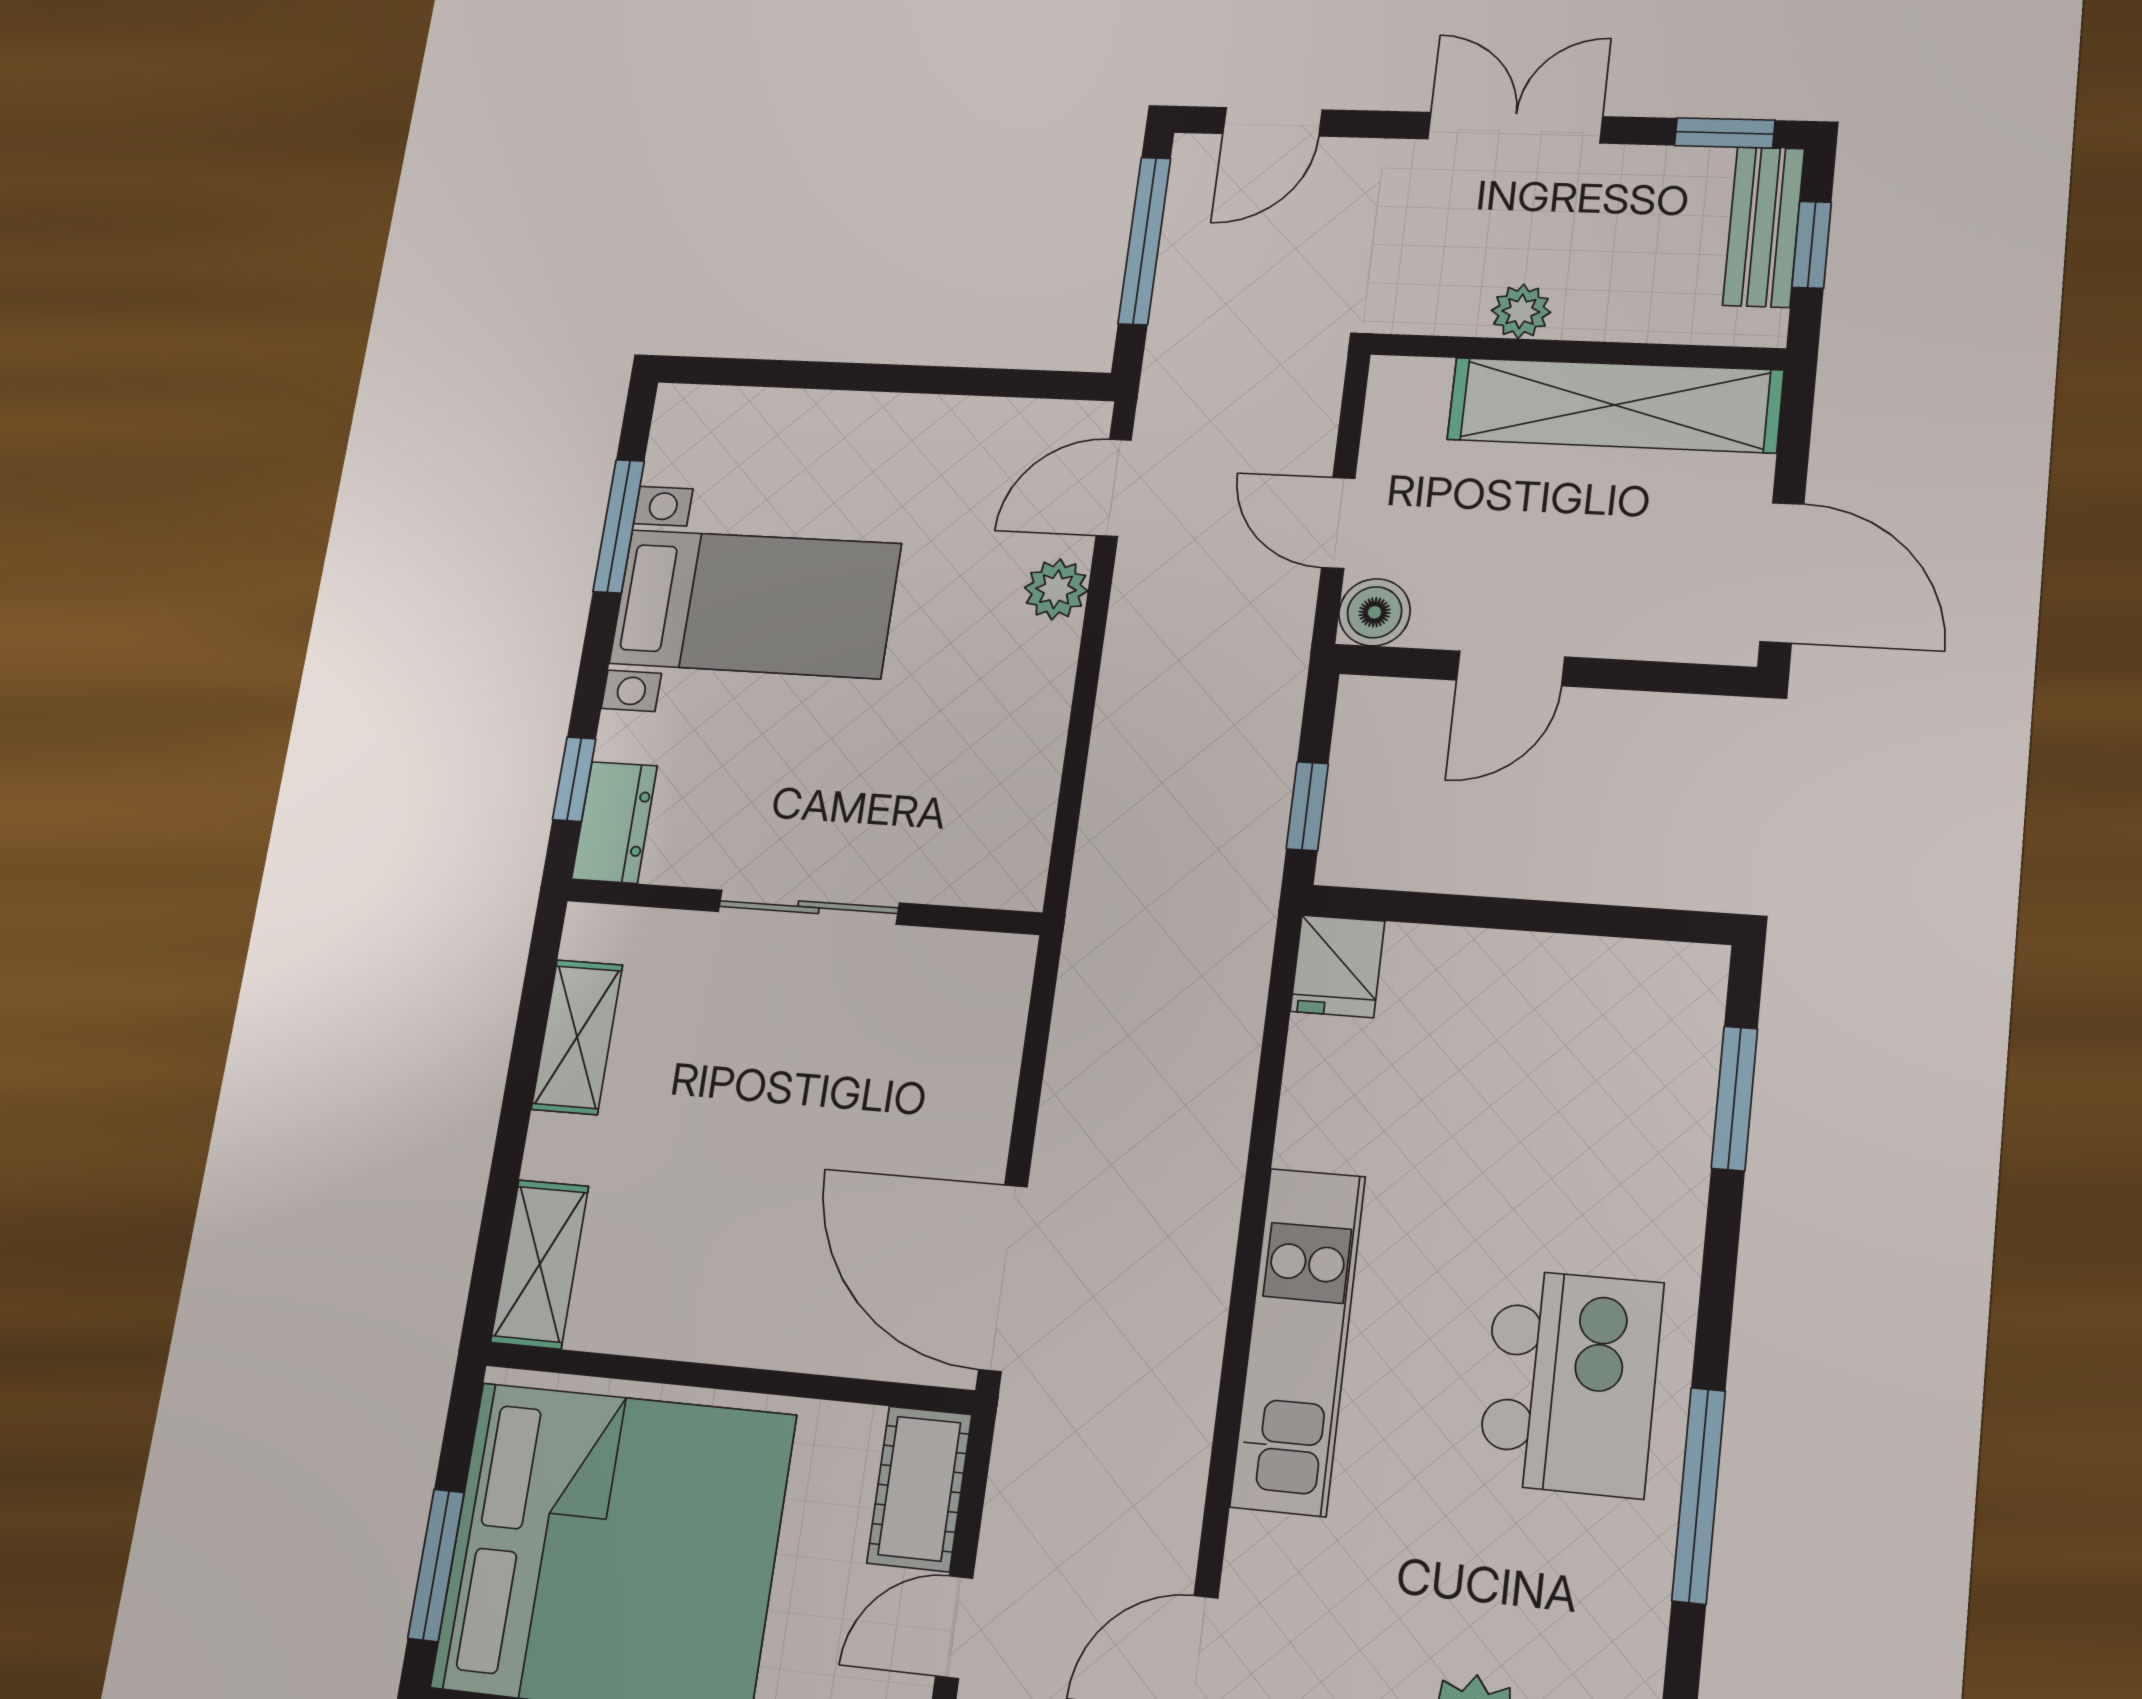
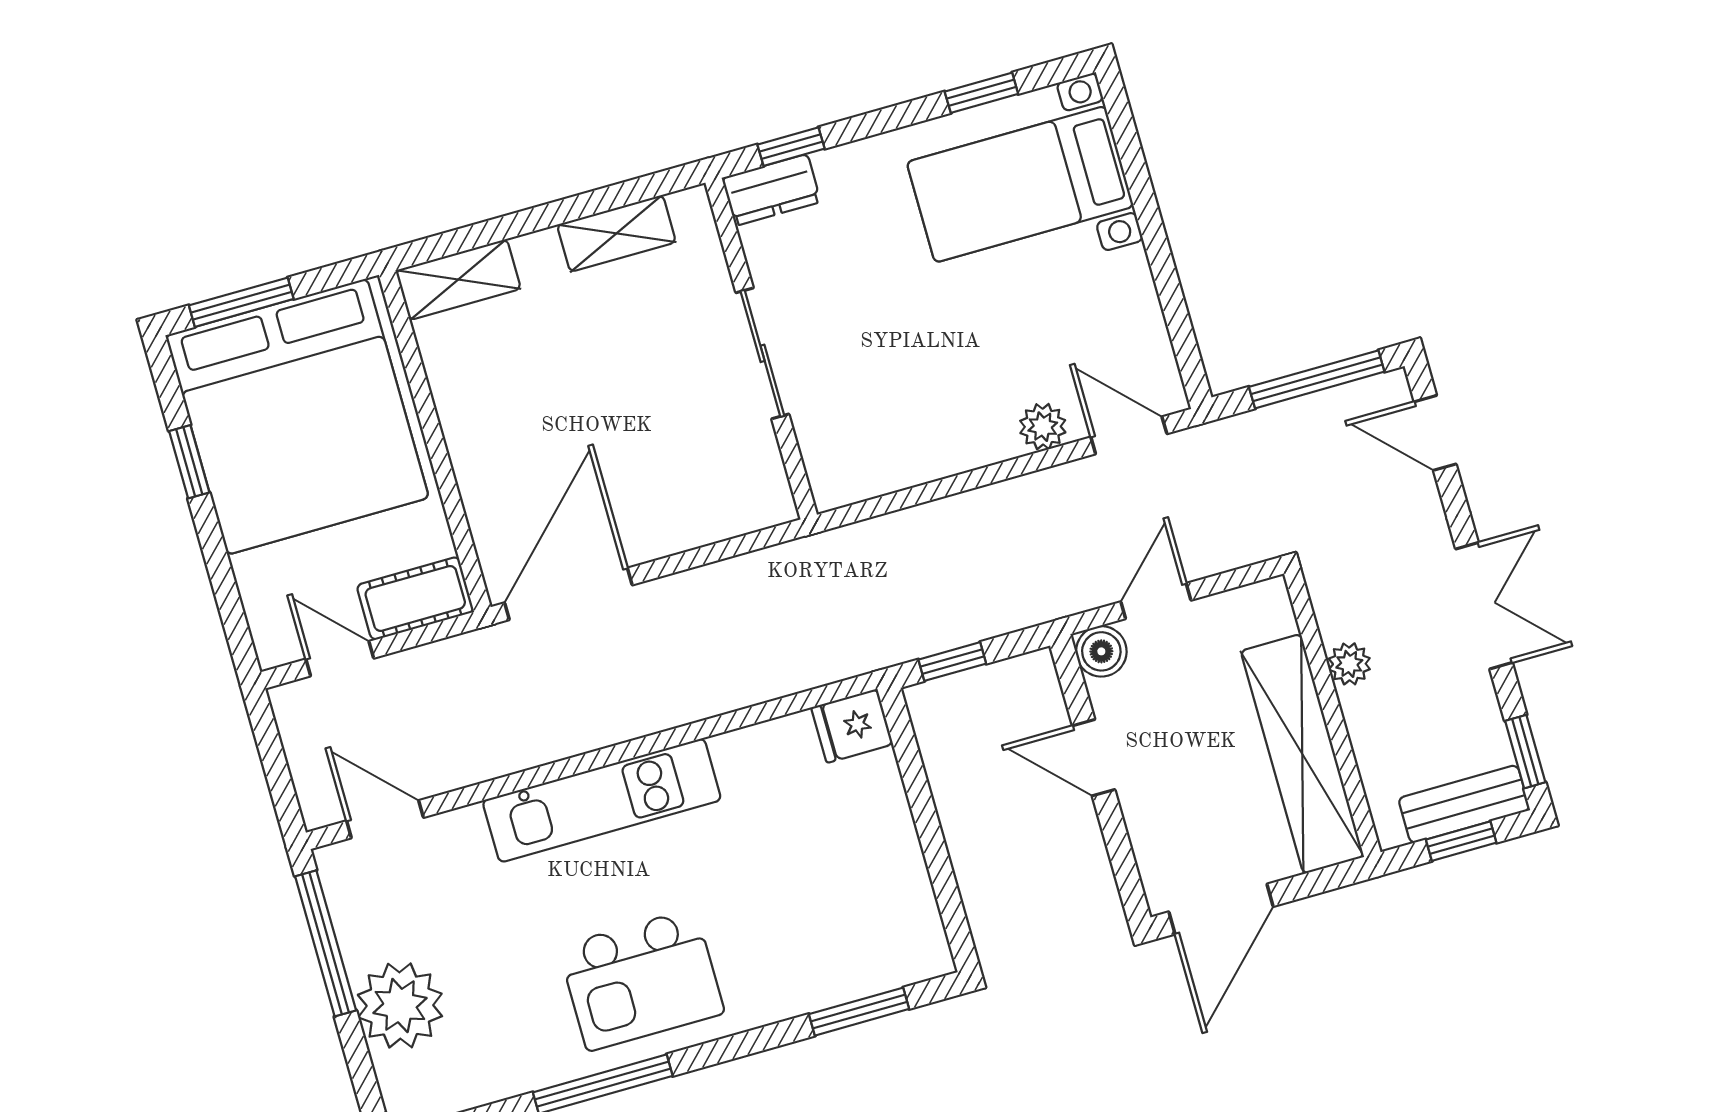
window: (619, 526) -> (981, 93), width x0.67
bed with nightstands: (755, 604) -> (1020, 184), moved, turned 90

